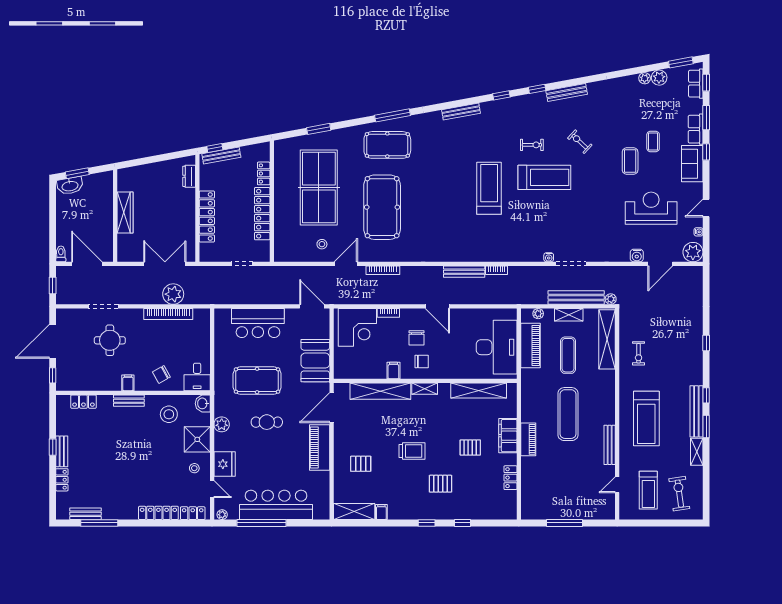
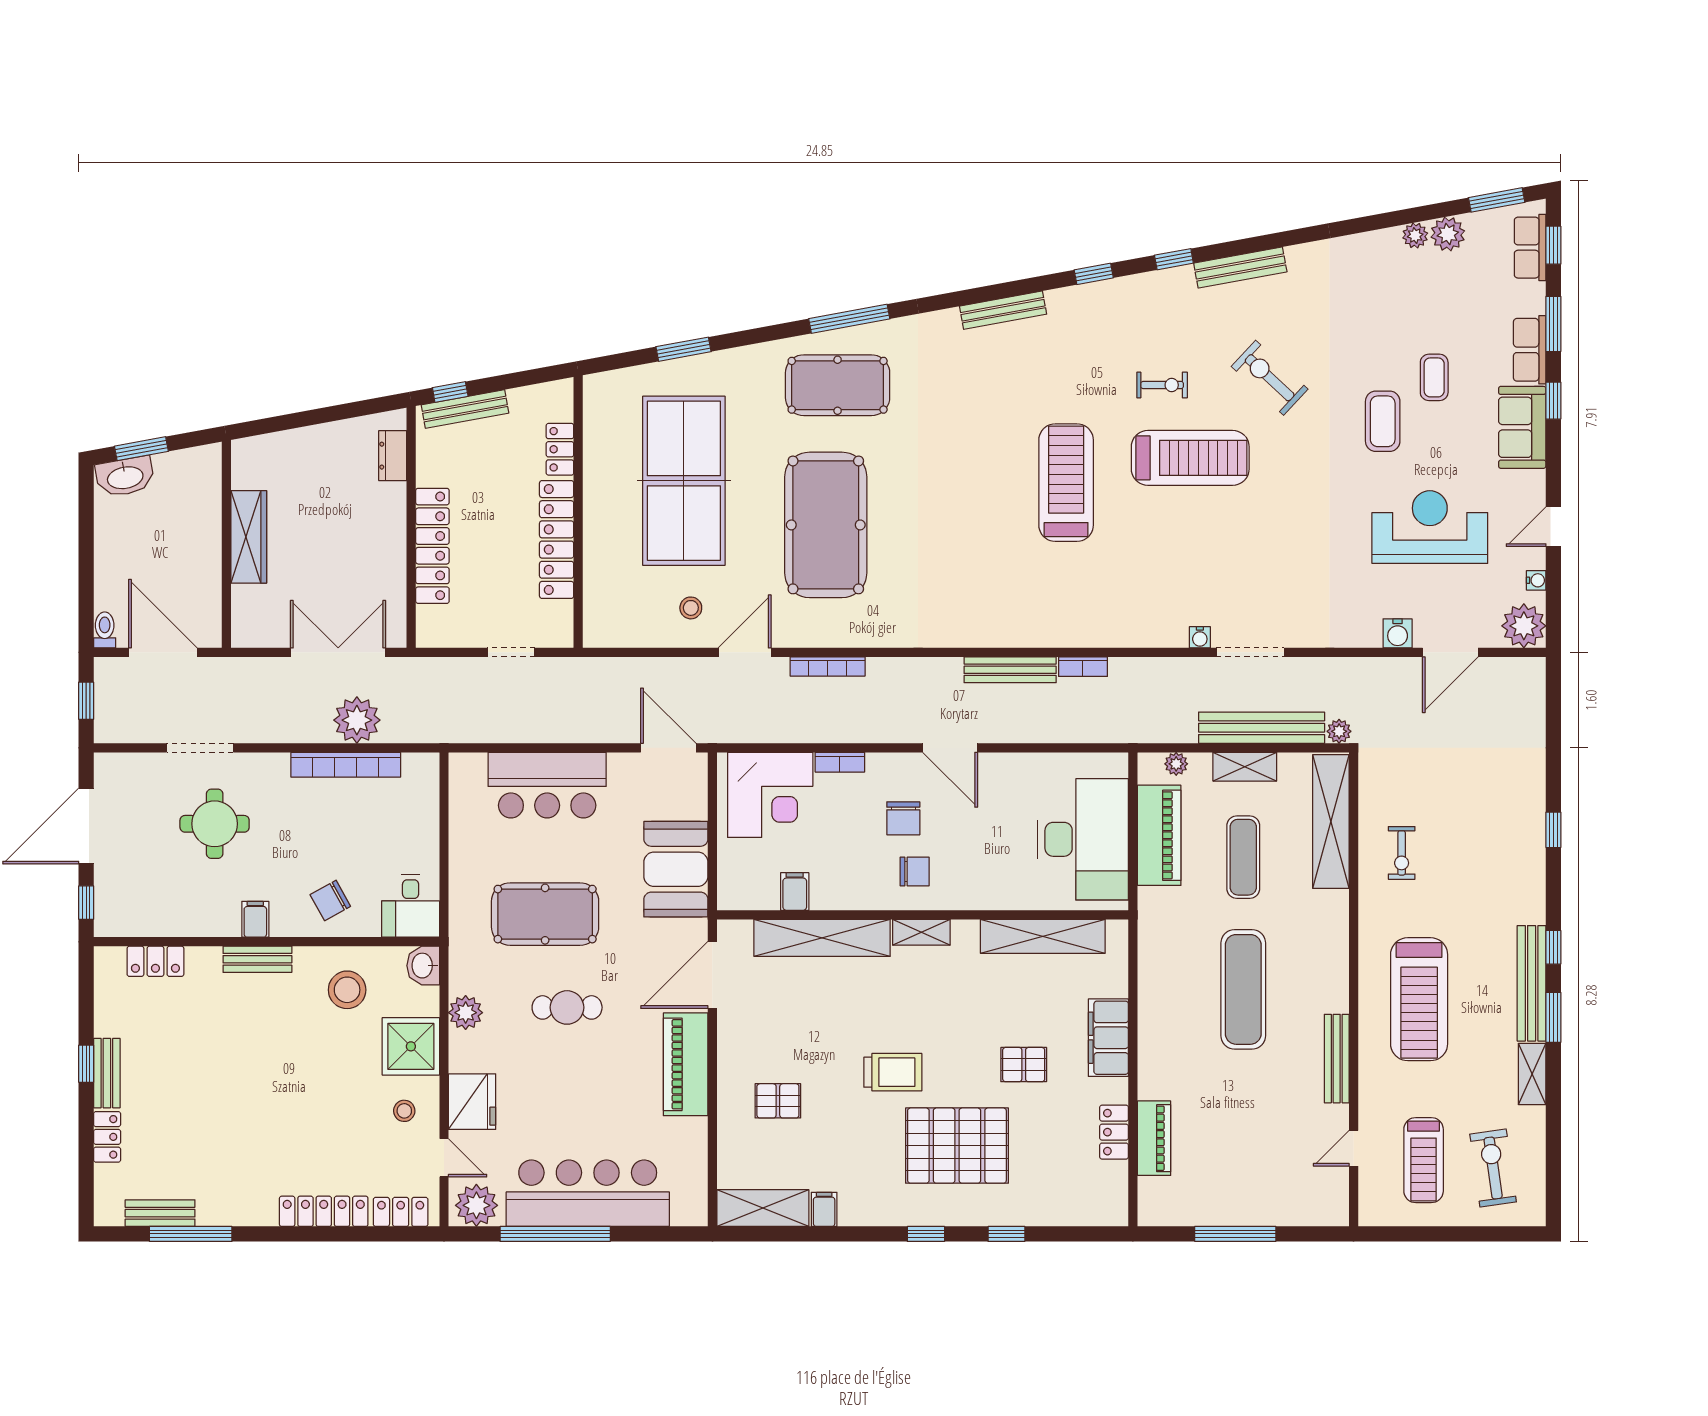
exercise bike: (580, 142) -> (1270, 378), width x1.38, depth x1.39
filing cabinet: (393, 370) -> (795, 892), moved
piano: (528, 439) -> (1154, 1138), moved
pallet: (440, 484) -> (957, 1146), width x2.05, depth x2.00
plant: (222, 515) -> (476, 1205), width x1.88, depth x1.88

